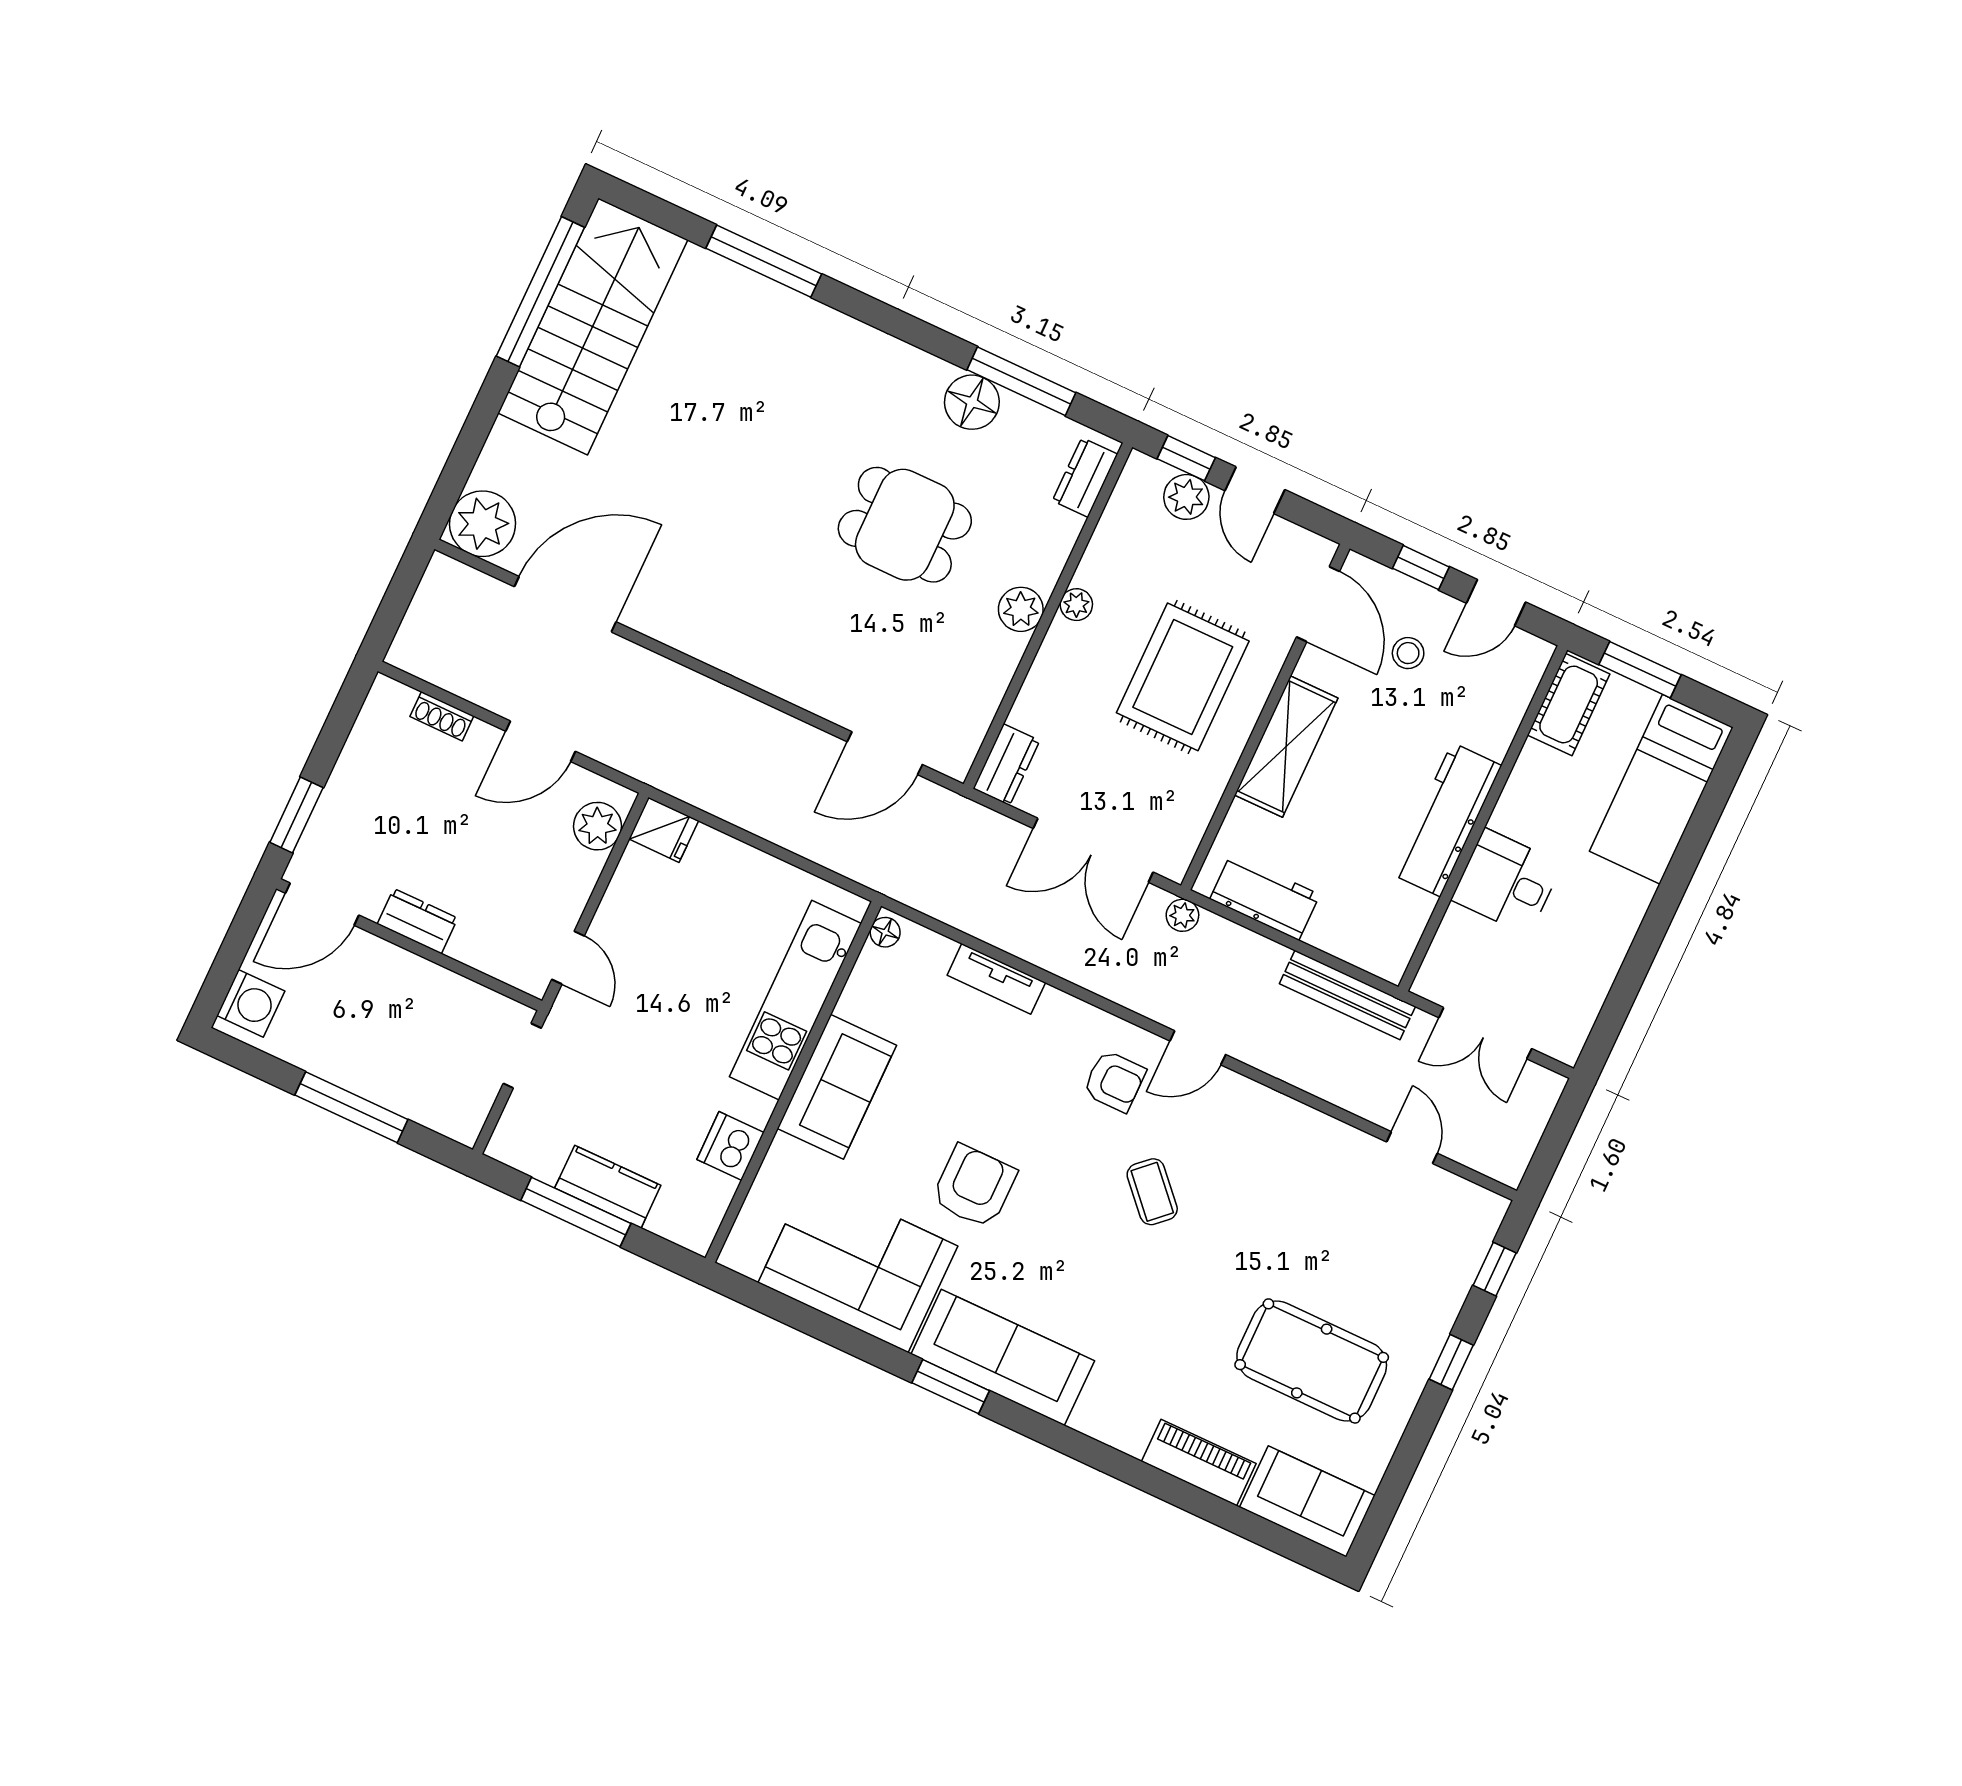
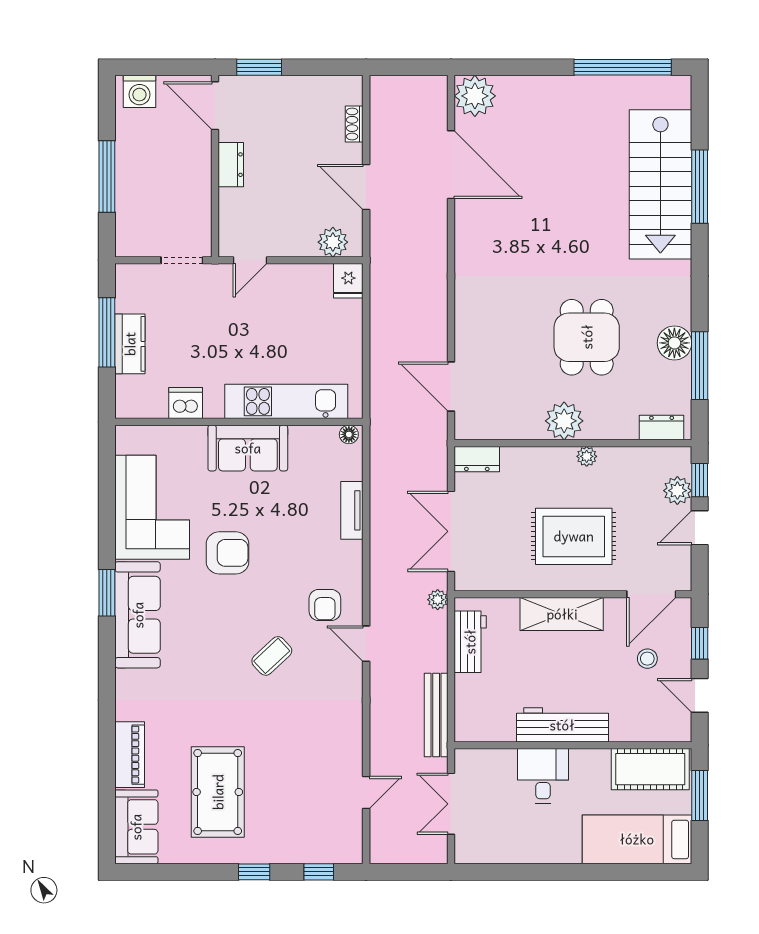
stairs: (593, 326) -> (660, 184), moved, turned 90
plant: (1021, 609) -> (564, 421), width x1.36, depth x1.36
cot: (1569, 704) -> (650, 769), width x1.37, depth x1.34

